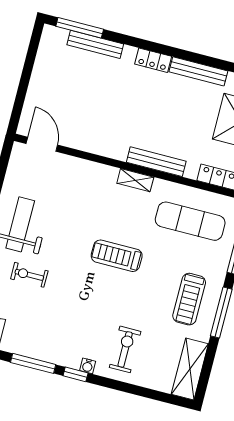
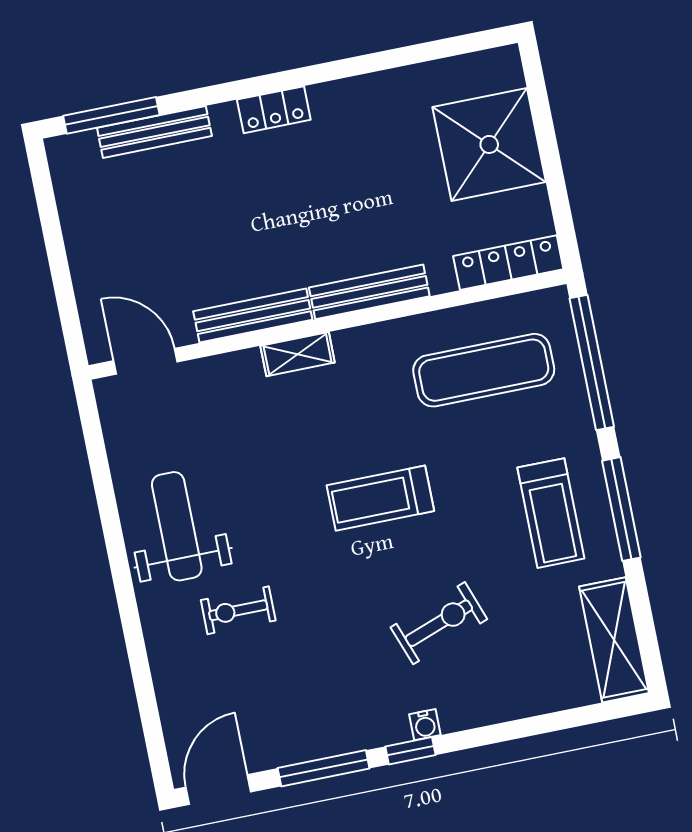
bench: (198, 71) -> (253, 316), moved
shelving: (135, 180) -> (298, 354), moved
exercise bike: (125, 349) -> (439, 623), moved, turned 70

